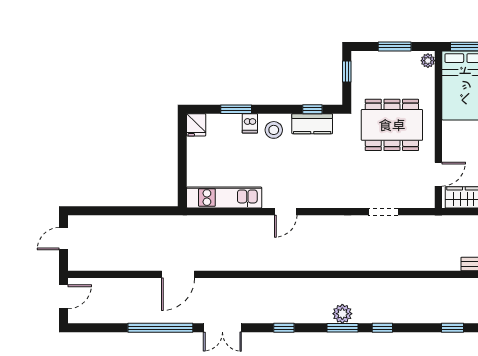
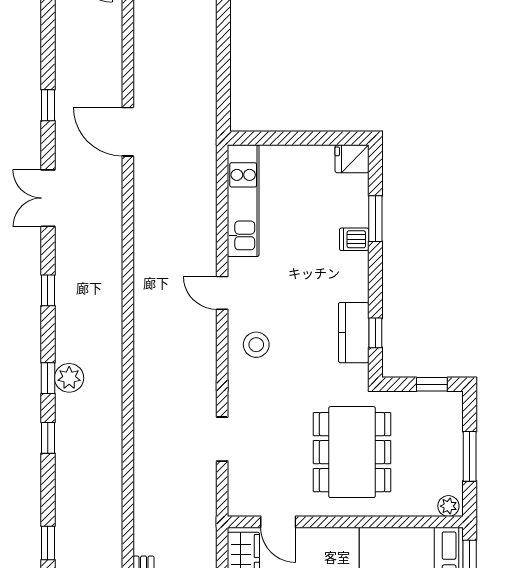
stool: (274, 130) -> (256, 345), moved
window: (160, 328) -> (48, 105), width x0.32
window: (343, 328) -> (48, 378), width x0.67

